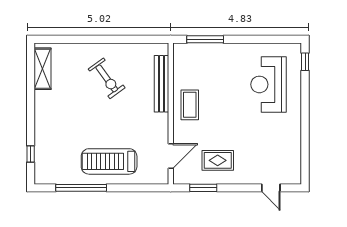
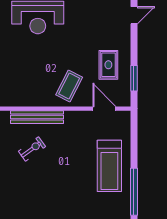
exercise bike: (107, 78) -> (32, 149), moved, width x0.73, depth x0.72
coffee table: (190, 105) -> (69, 86), moved, turned -63

